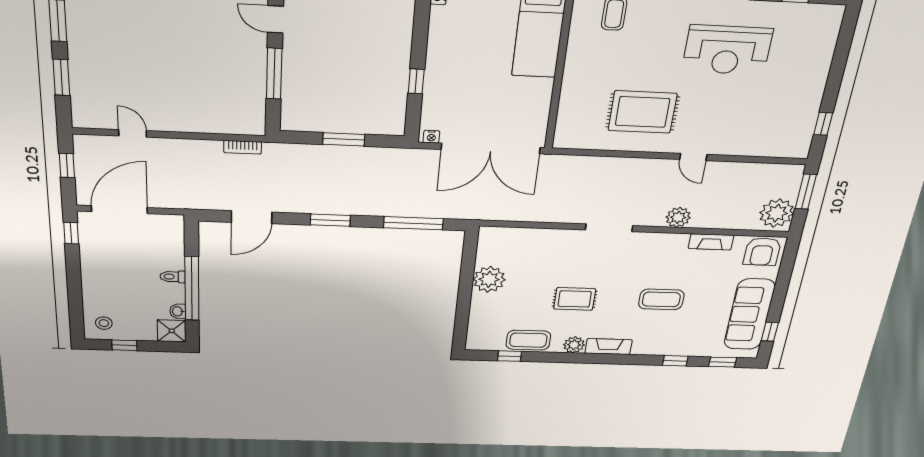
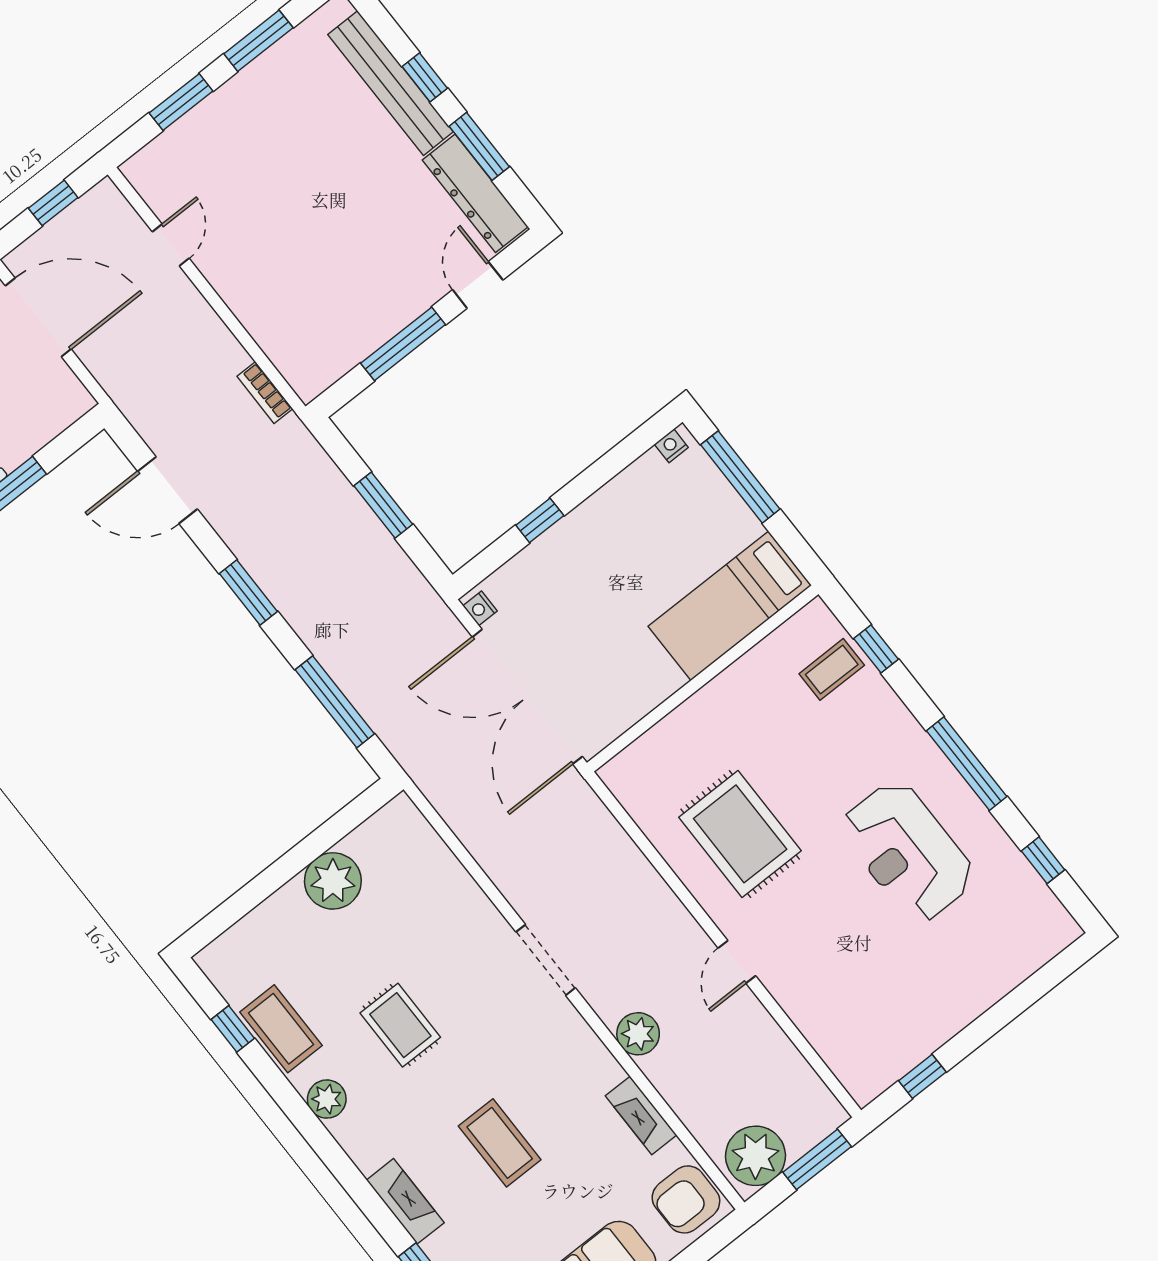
fireplace: (608, 347) -> (405, 1201), moved

